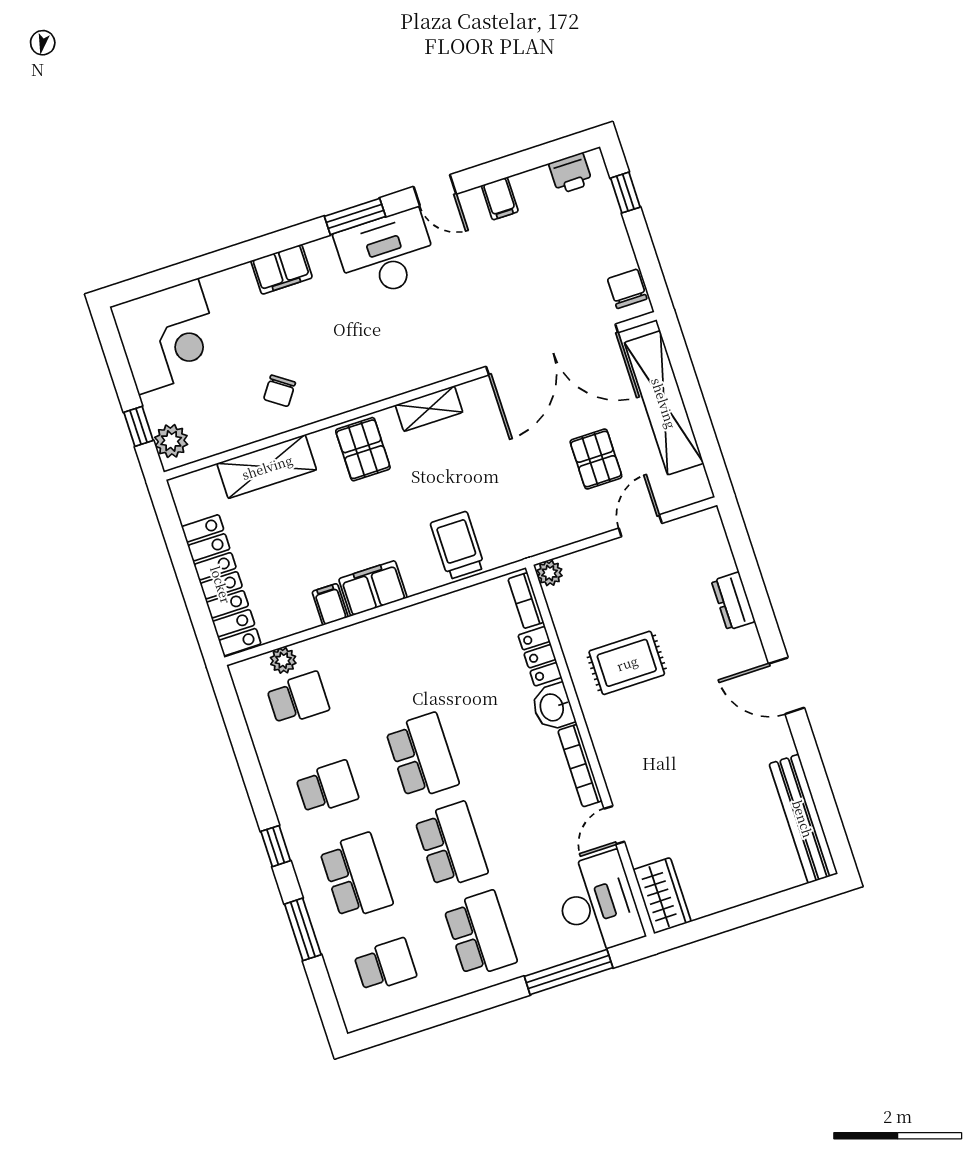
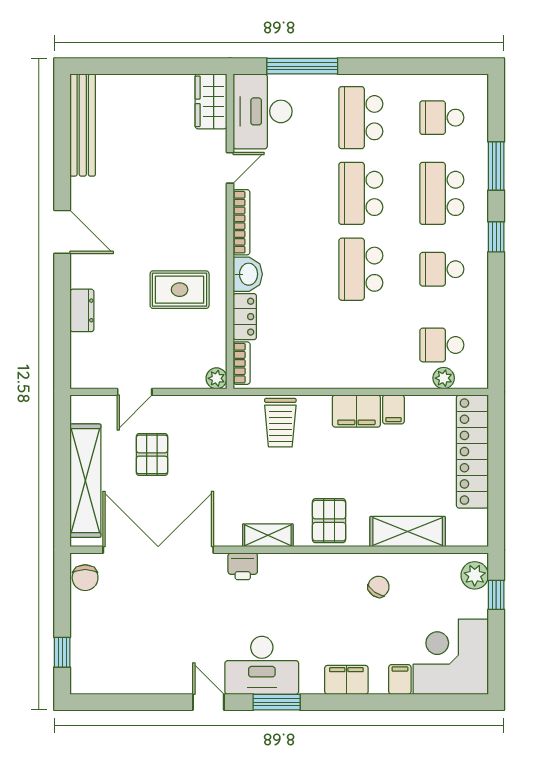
printer: (571, 173) -> (243, 566), moved, turned 180
filing cabinet: (500, 198) -> (400, 679), moved

